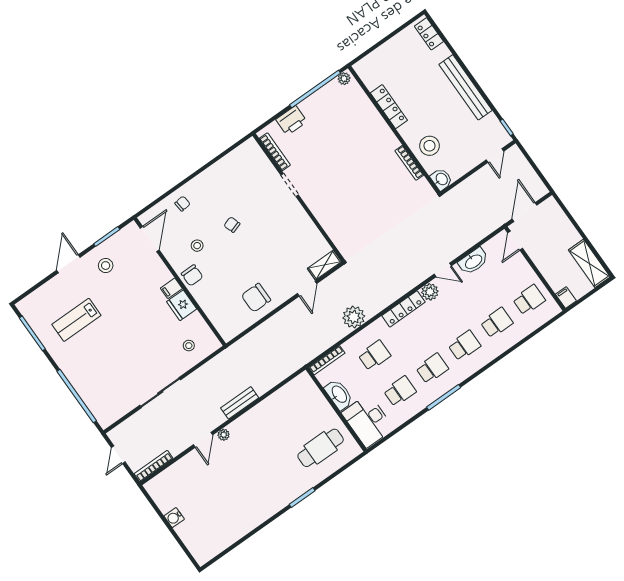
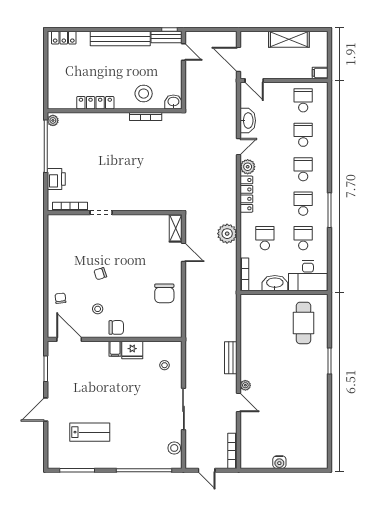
bench: (498, 130) -> (166, 37), added
shelving: (589, 263) -> (289, 39), moved
door: (68, 264) -> (46, 410), hinge flipped
stool: (106, 266) -> (174, 448), moved
lab bench: (76, 320) -> (90, 432), turned -90

